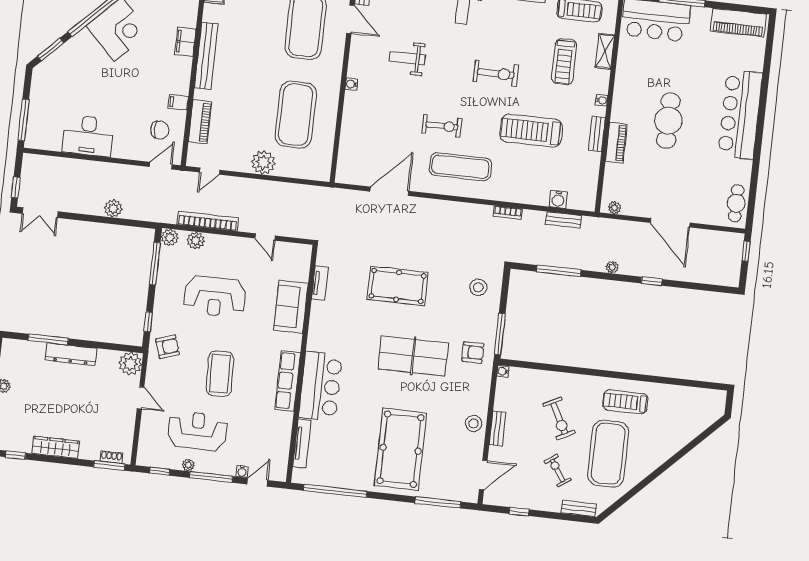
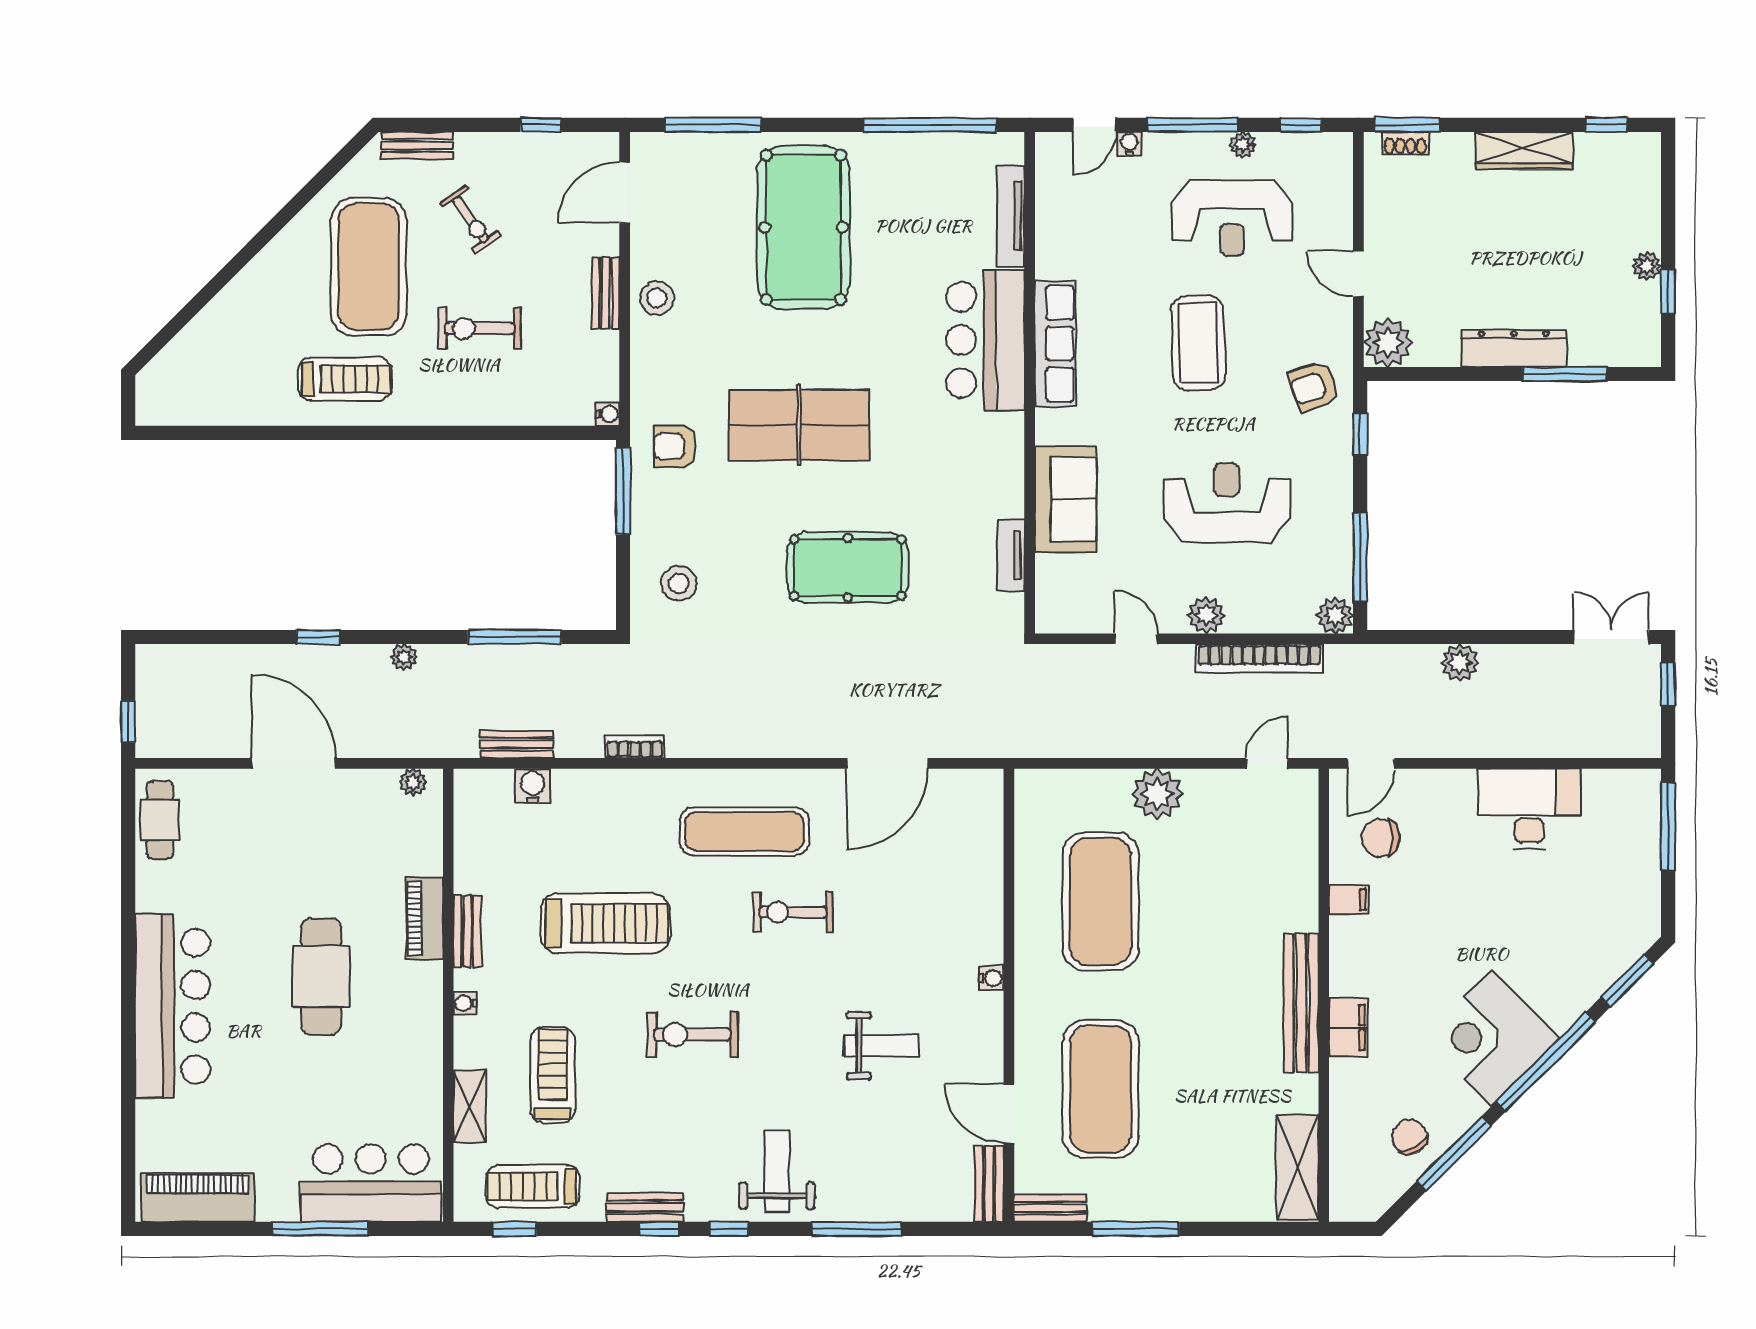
piano: (200, 122) -> (1299, 864), removed
plant: (196, 240) -> (1206, 615), moved
exercise bike: (559, 419) -> (480, 328), turned -62

